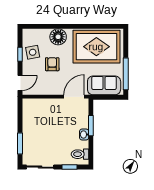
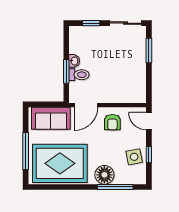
window: (49, 26) -> (115, 187), added
armchair: (52, 64) -> (112, 122), moved
window: (126, 74) -> (26, 151), moved
door: (20, 83) -> (149, 121), hinge flipped
toilet: (80, 154) -> (79, 75), moved

